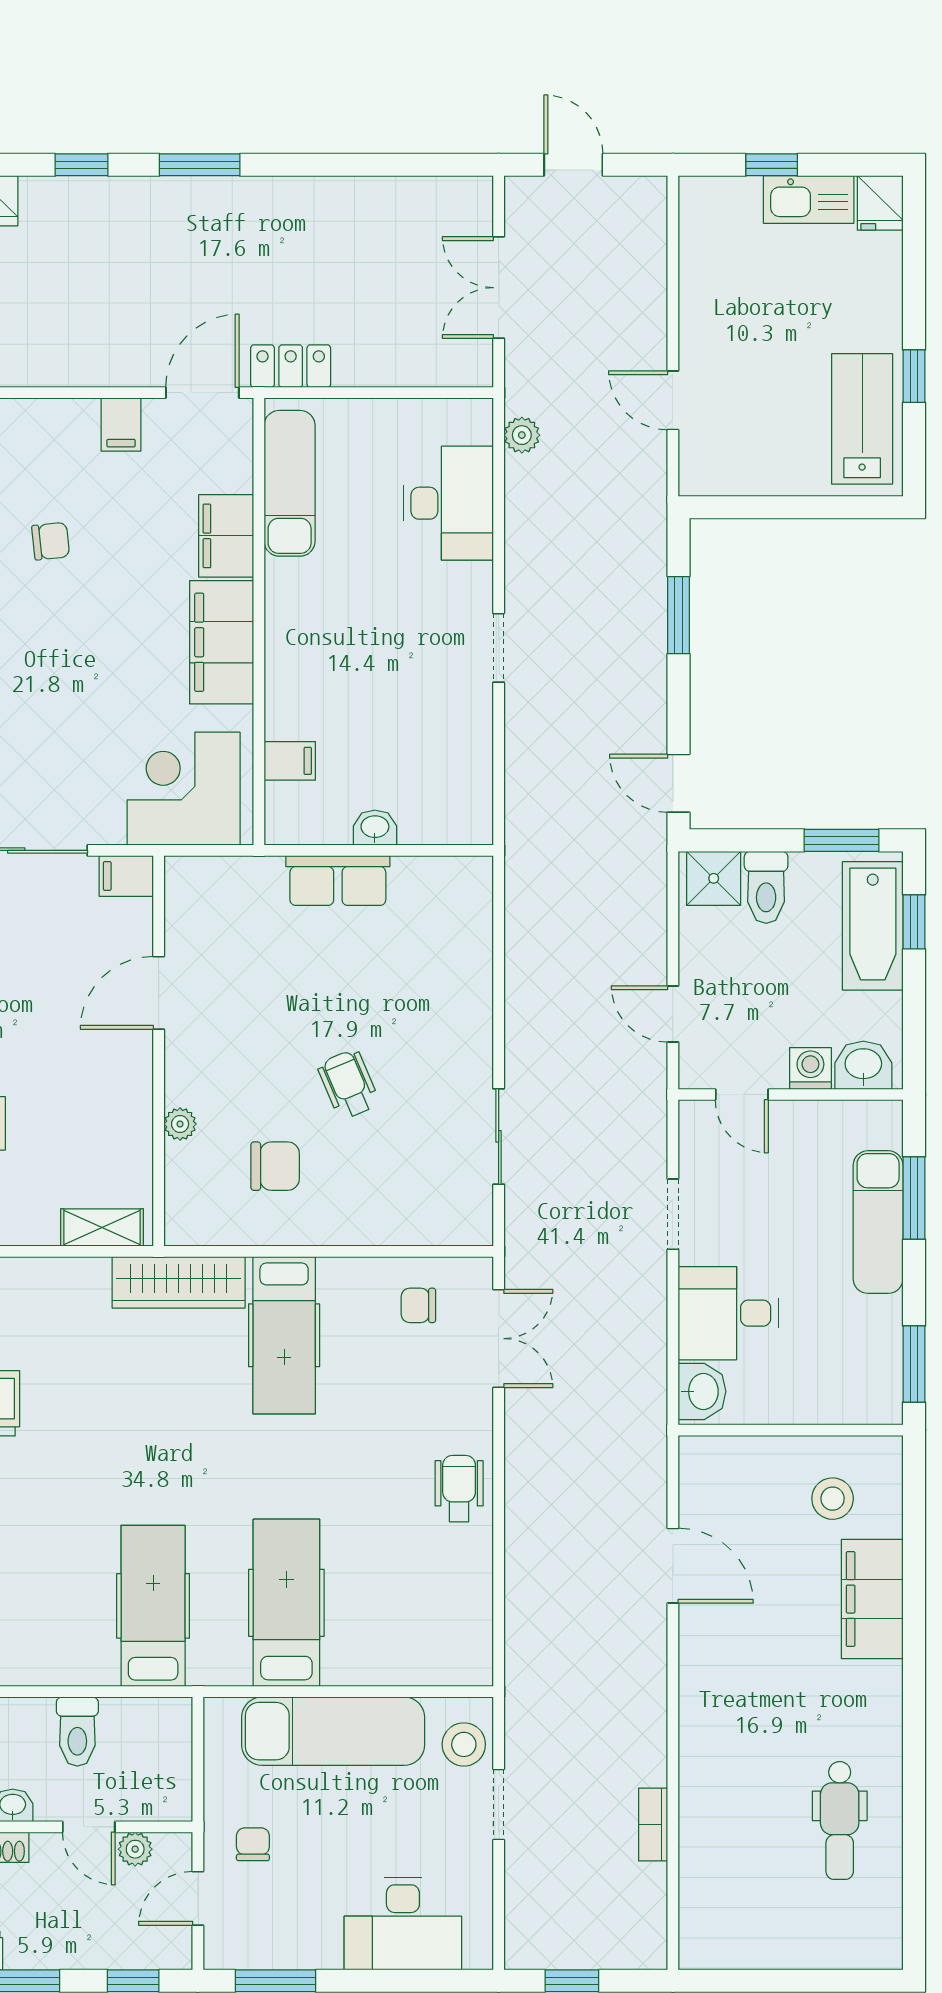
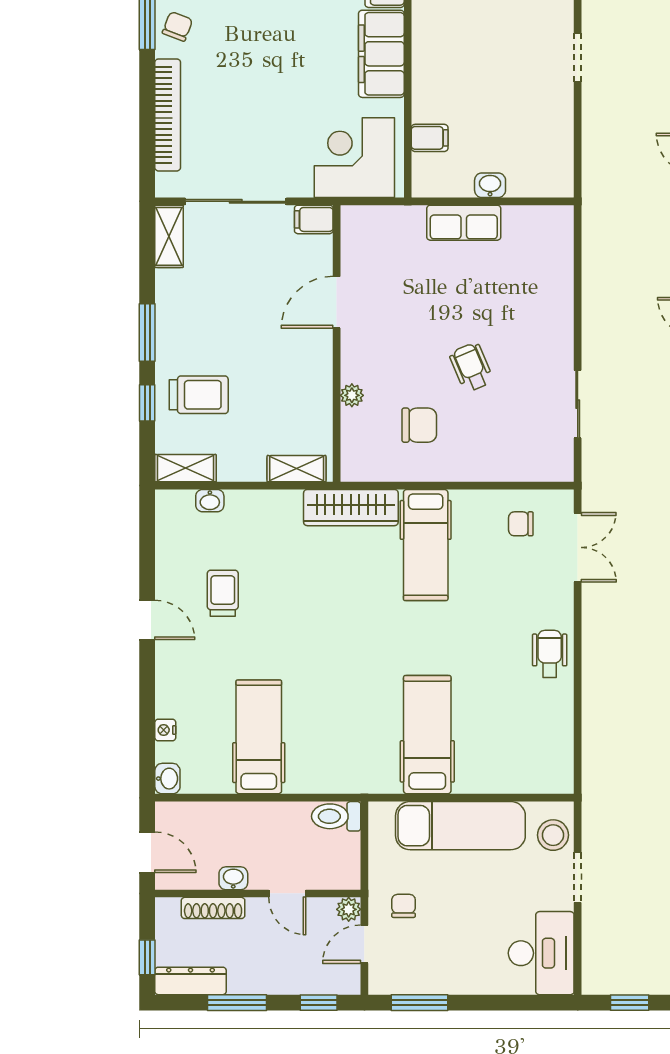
hospital bed: (153, 1606) -> (259, 737), moved
toilet: (77, 1732) -> (336, 816), moved, turned 90
plant: (135, 1849) -> (349, 909), moved
desk: (403, 1924) -> (541, 953), moved, turned -90

